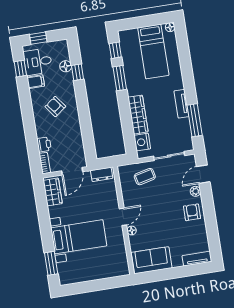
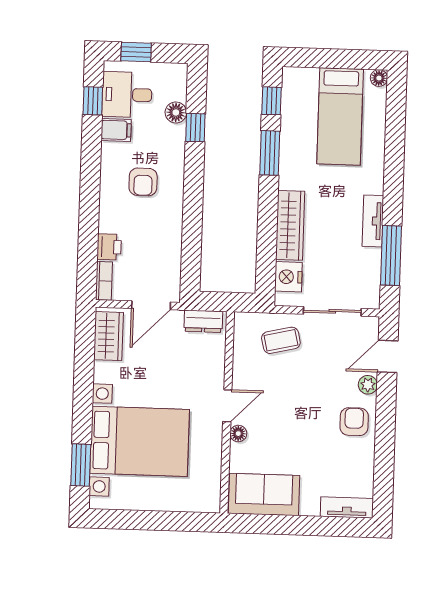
armchair: (55, 106) -> (143, 182), turned -143
bed with nightstands: (79, 237) -> (140, 441), width x1.36

